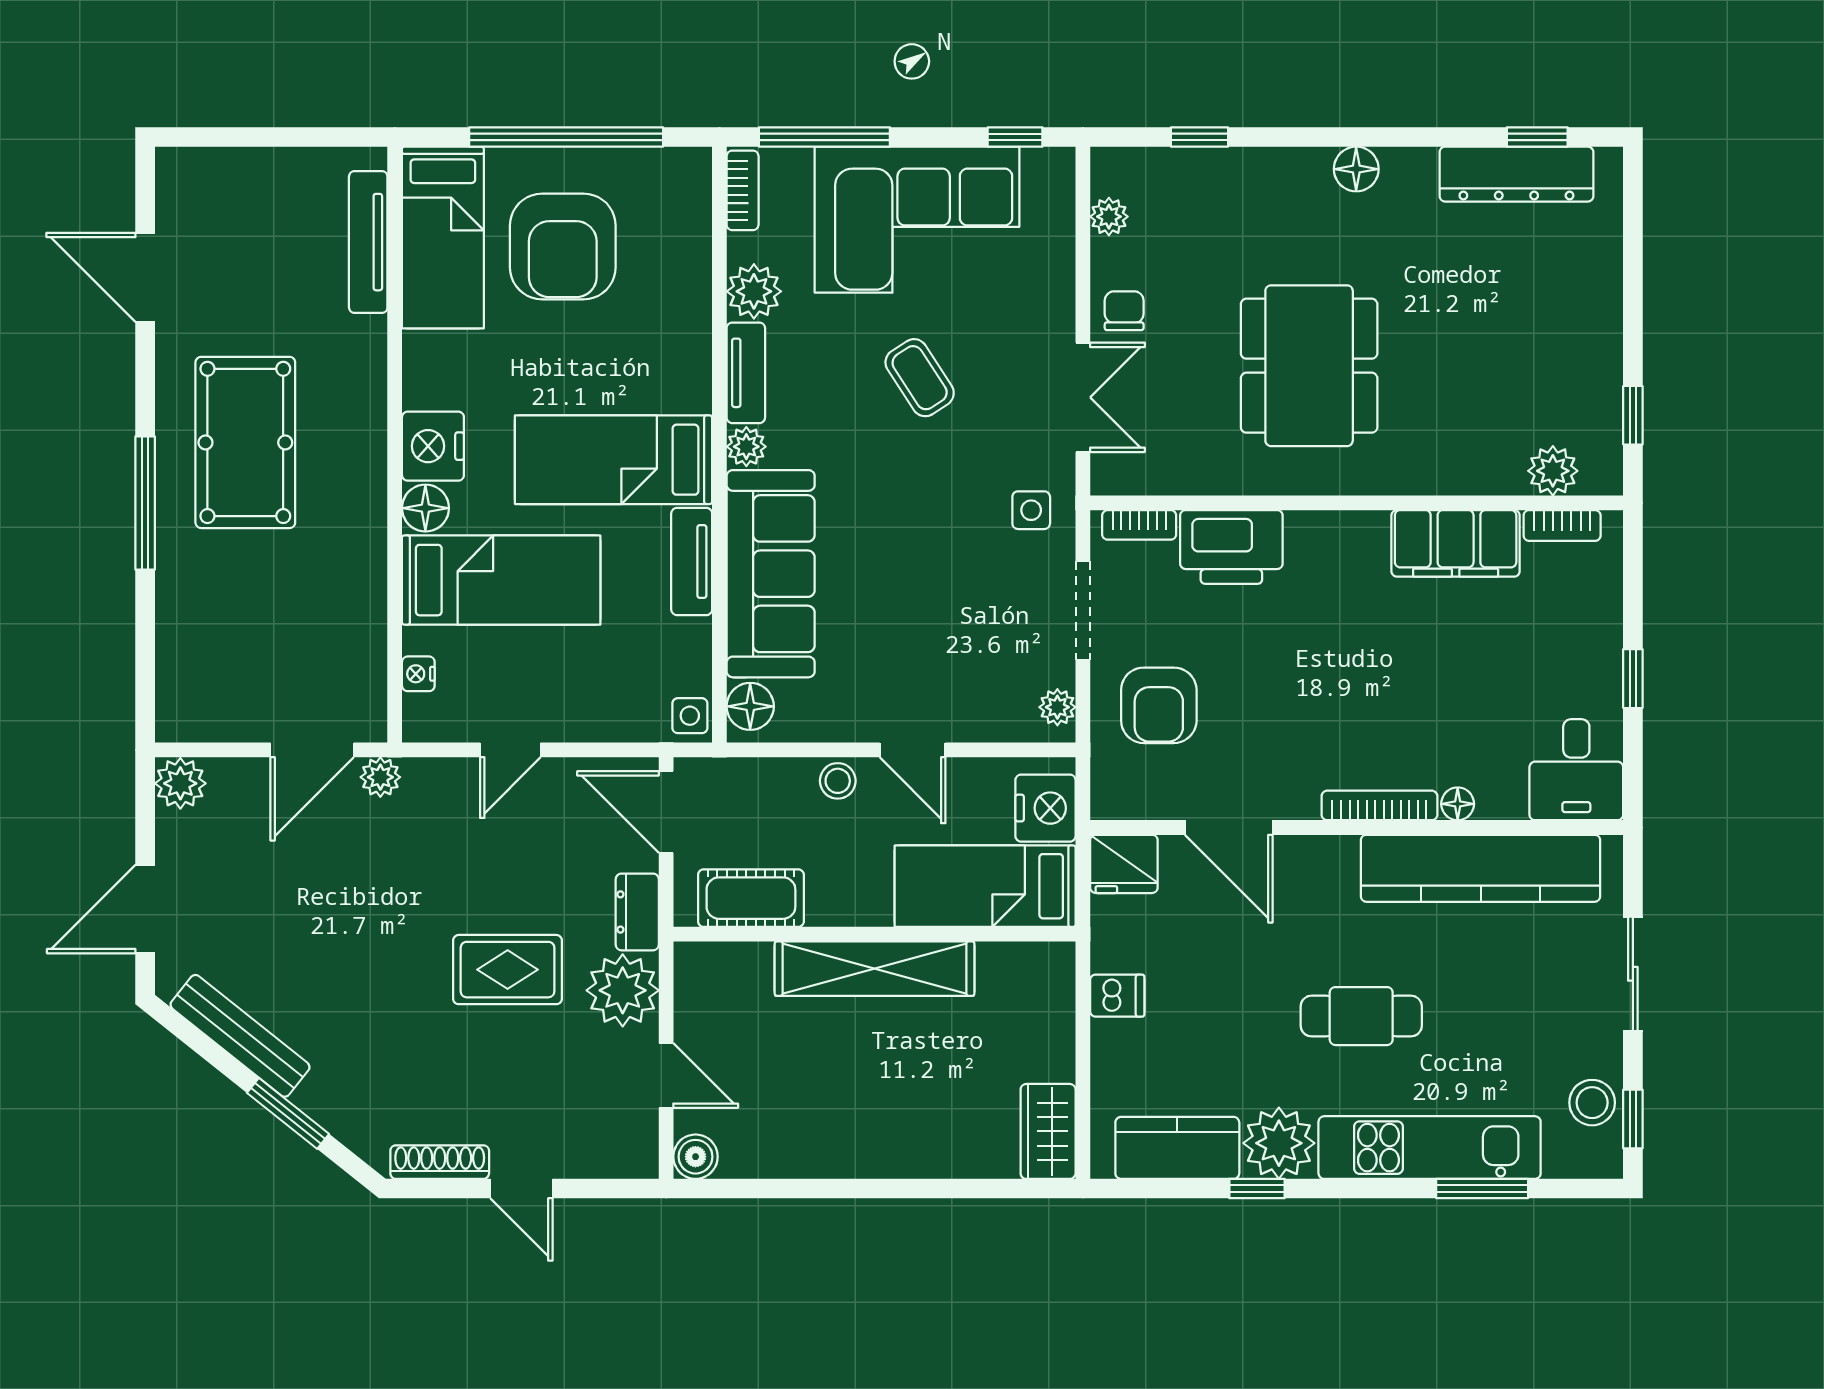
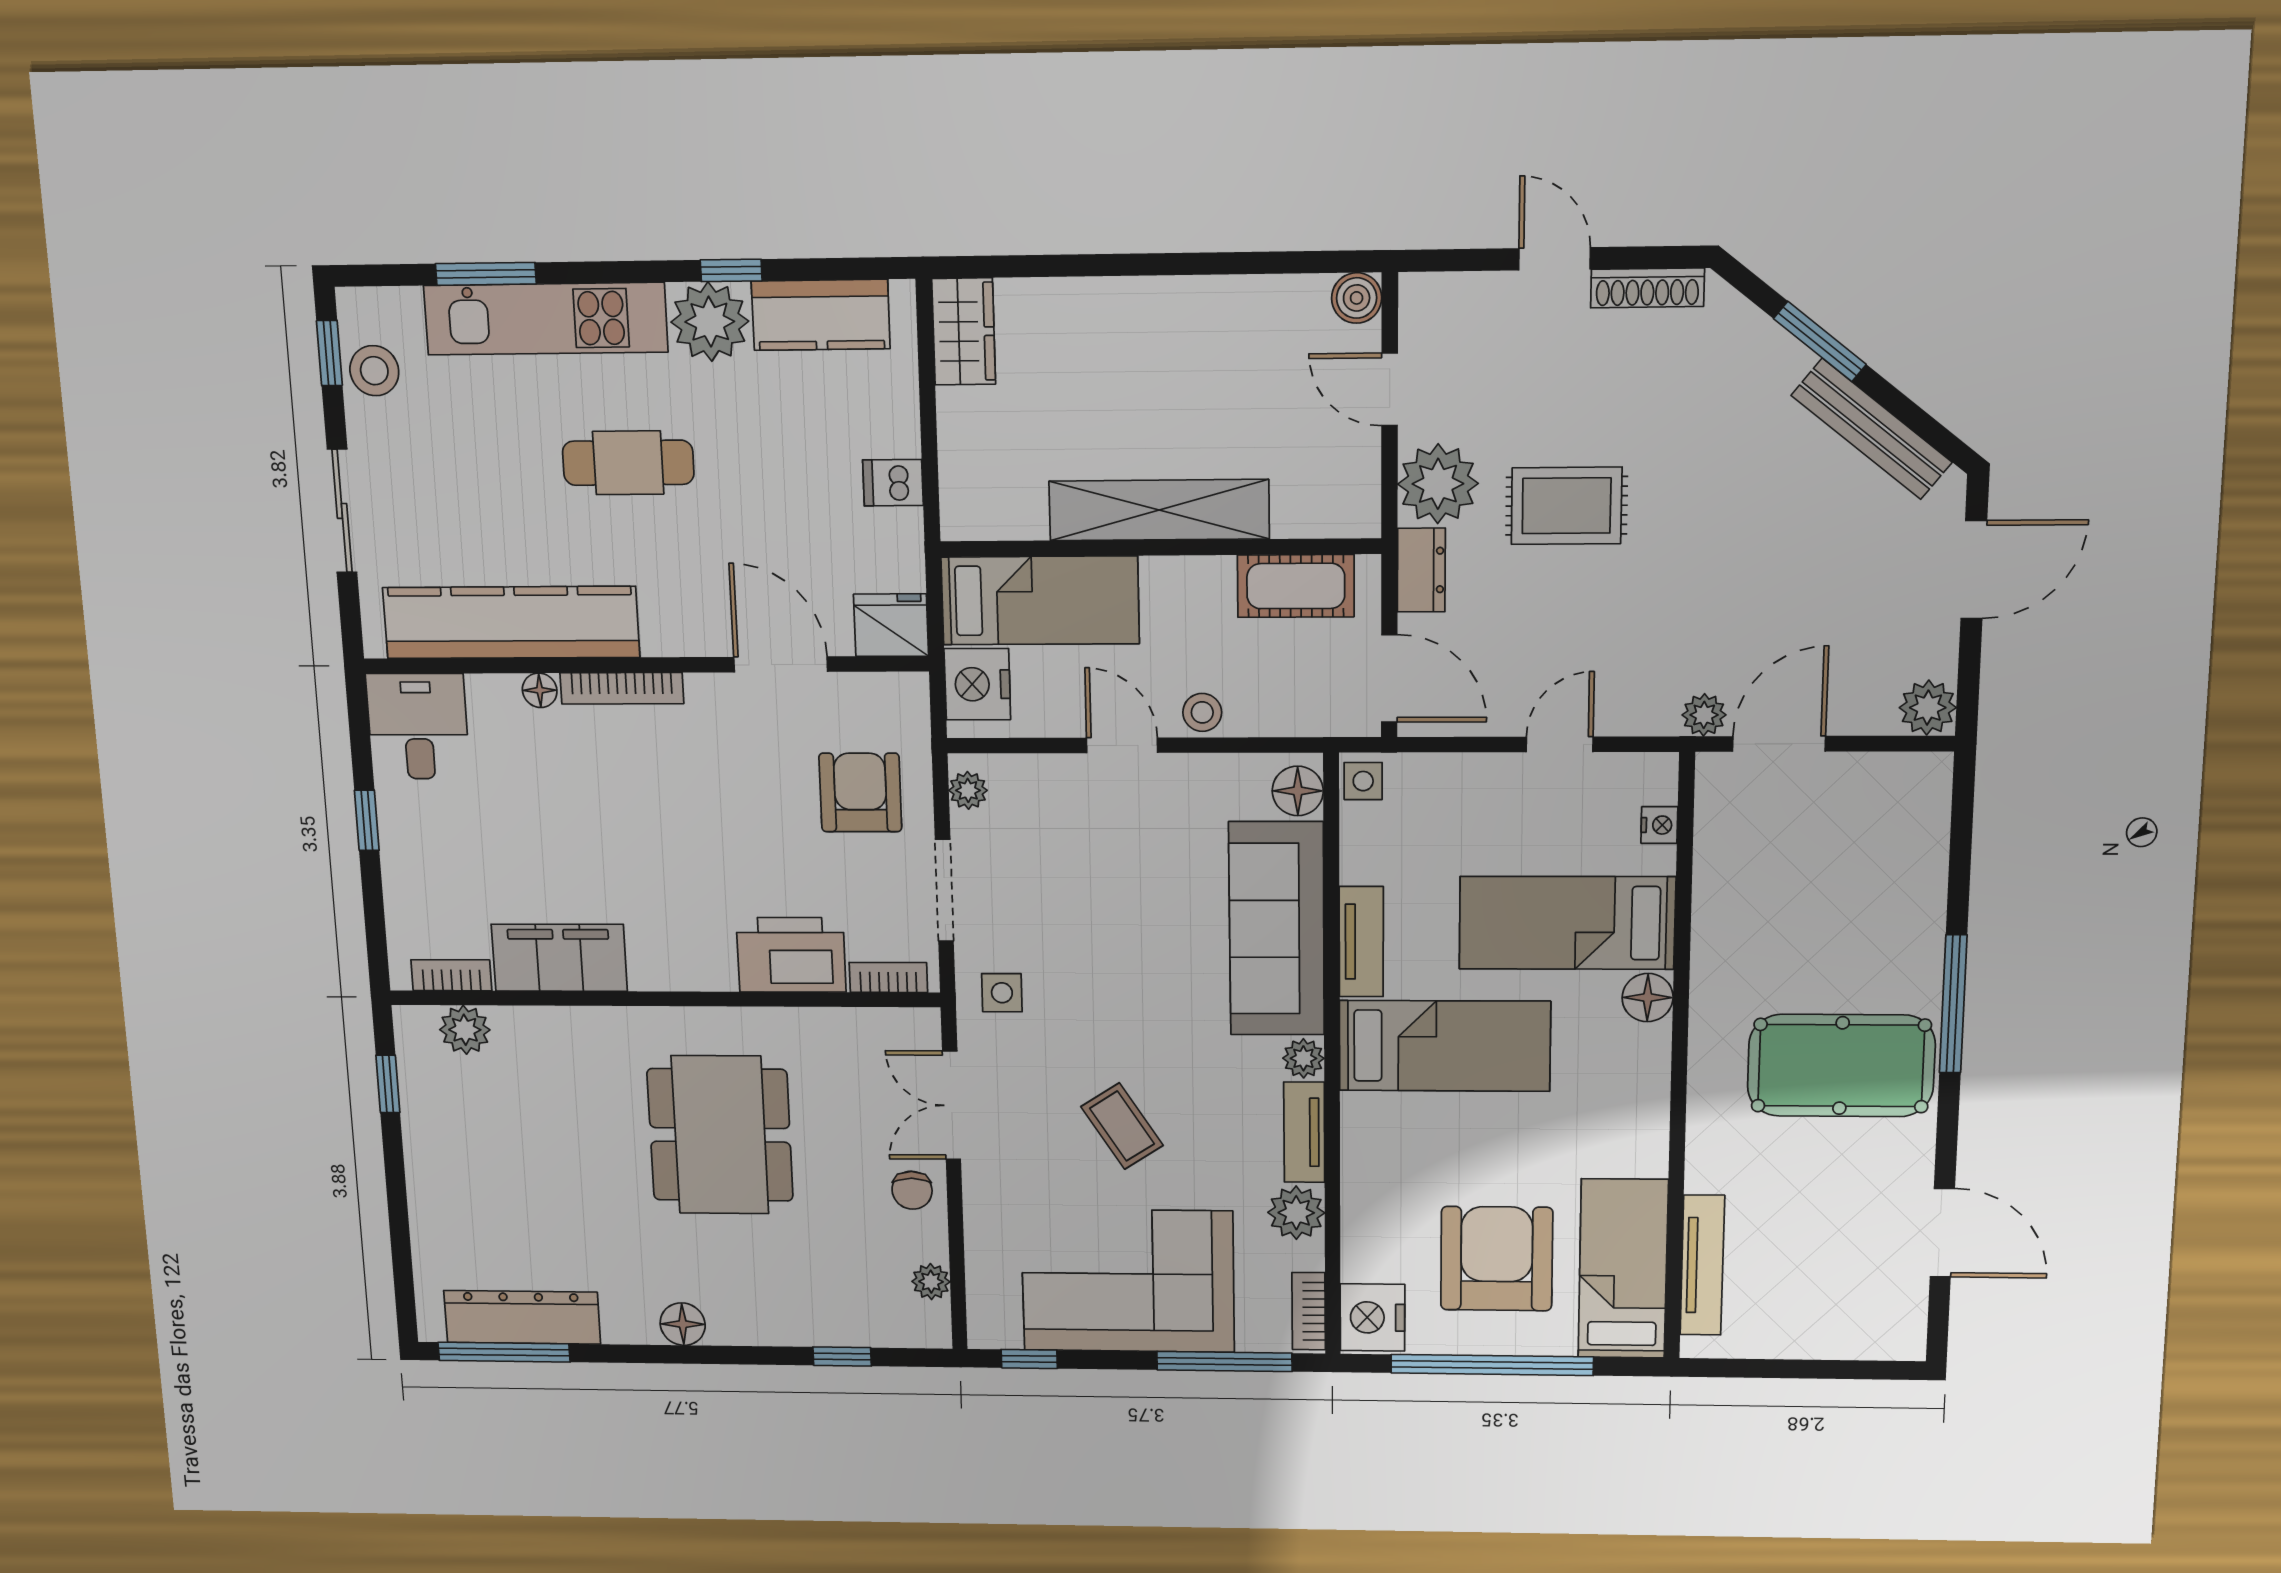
window: (1537, 137) -> (504, 1352), width x2.17
pool table: (245, 442) -> (1841, 1066), turned 90
nightstand: (433, 446) -> (1372, 1317), moved, turned 180

